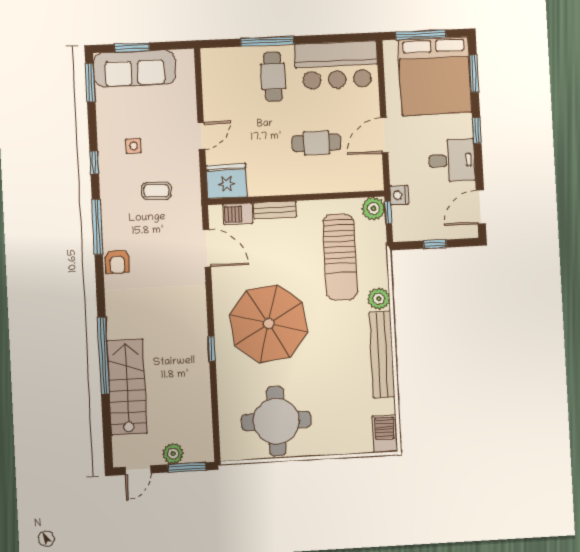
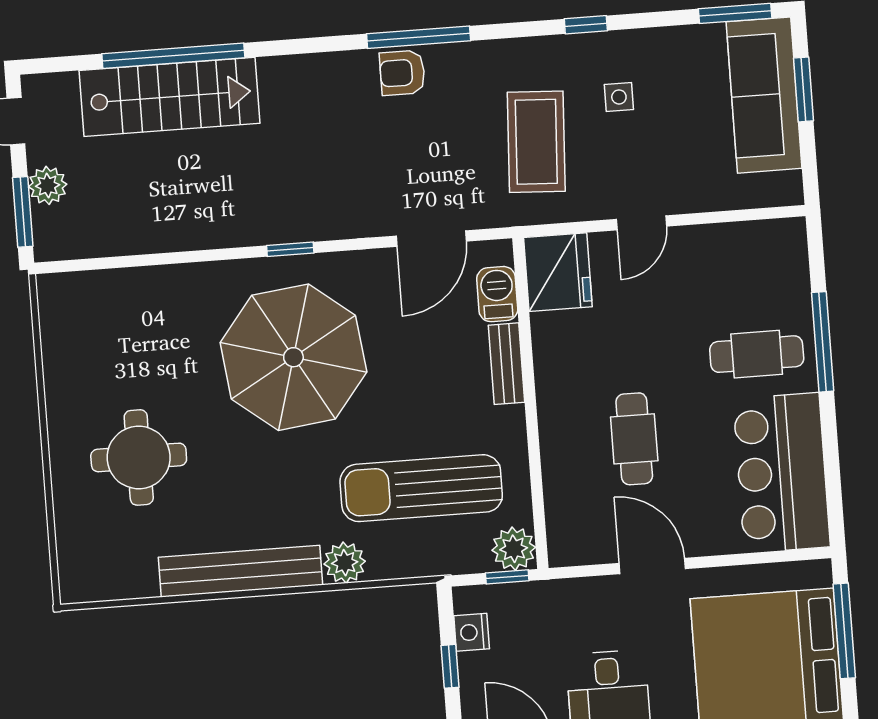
door: (201, 136) -> (641, 223), hinge flipped
coffee table: (156, 191) -> (536, 142), width x1.86, depth x1.72
nightstand: (399, 195) -> (472, 632), moved, turned -90
window: (97, 227) -> (419, 37), moved
window: (212, 349) -> (290, 249), moved
window: (103, 356) -> (173, 56), moved
round table: (276, 421) -> (139, 457), moved, width x0.73, depth x0.73
barbecue: (385, 434) -> (92, 580), removed

